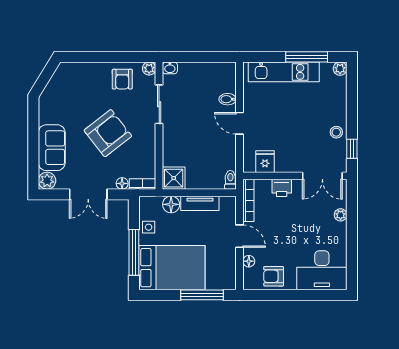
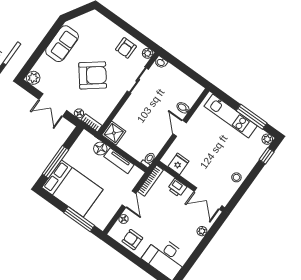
sofa: (52, 148) -> (62, 44), moved
window: (352, 149) -> (267, 156), moved
side table: (149, 227) -> (76, 153), removed

